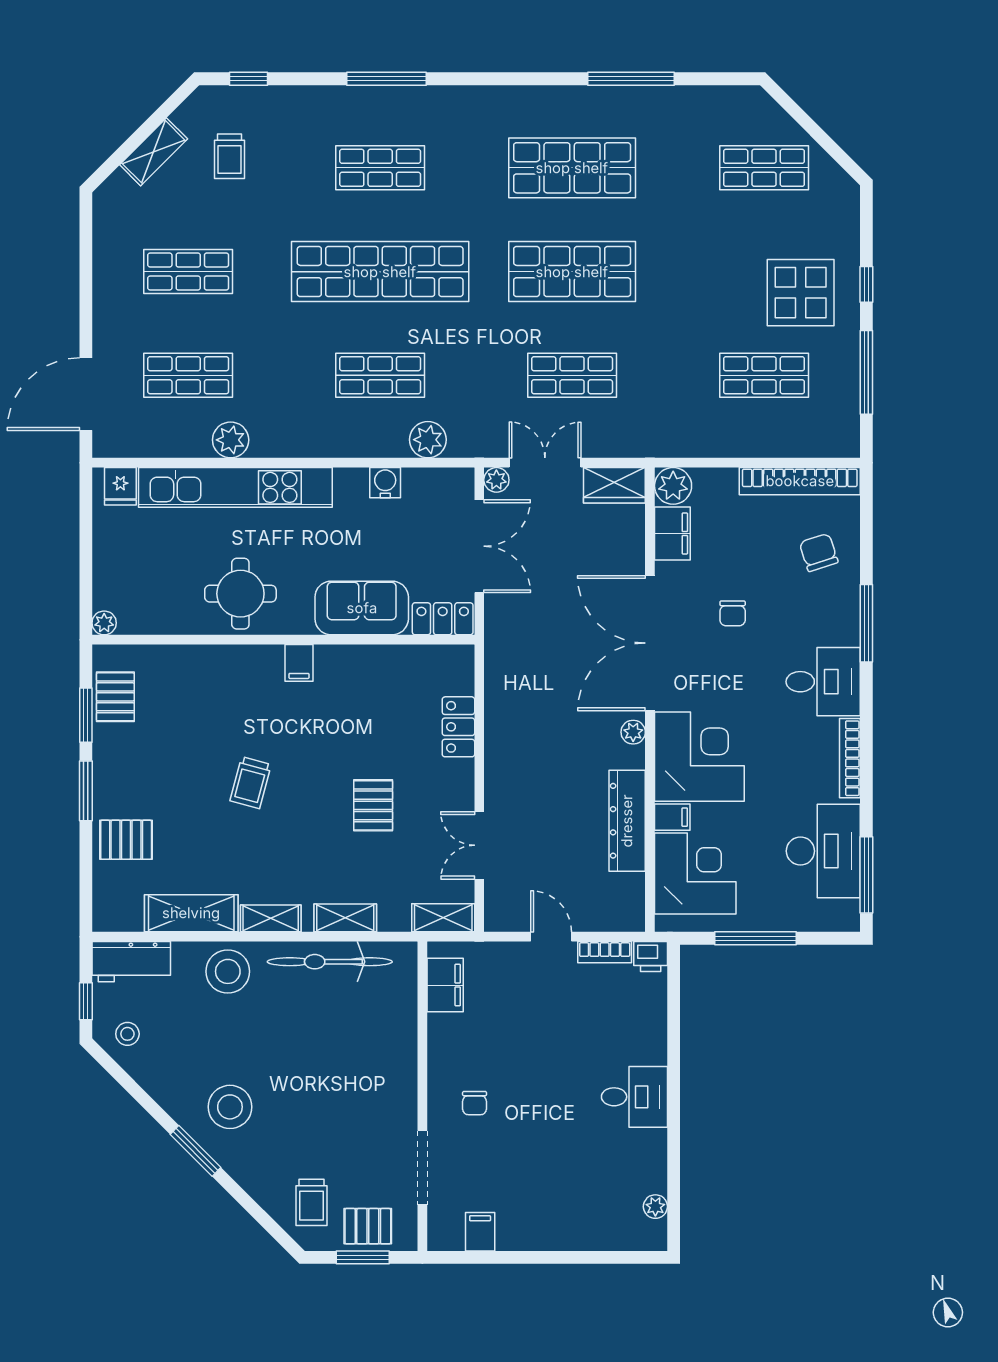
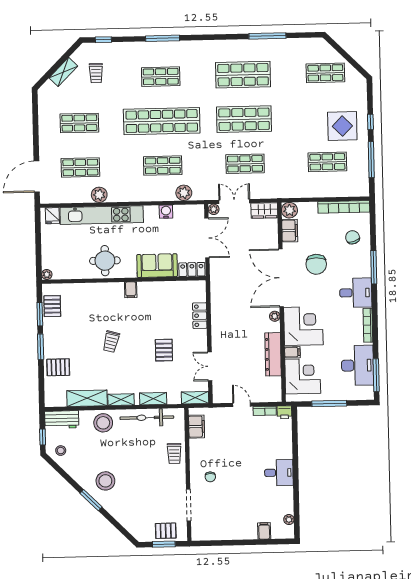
chair: (733, 613) -> (316, 264), width x1.87, depth x1.87
trolley: (311, 1202) -> (174, 453), moved
filing cabinet: (480, 1232) -> (264, 531), moved

